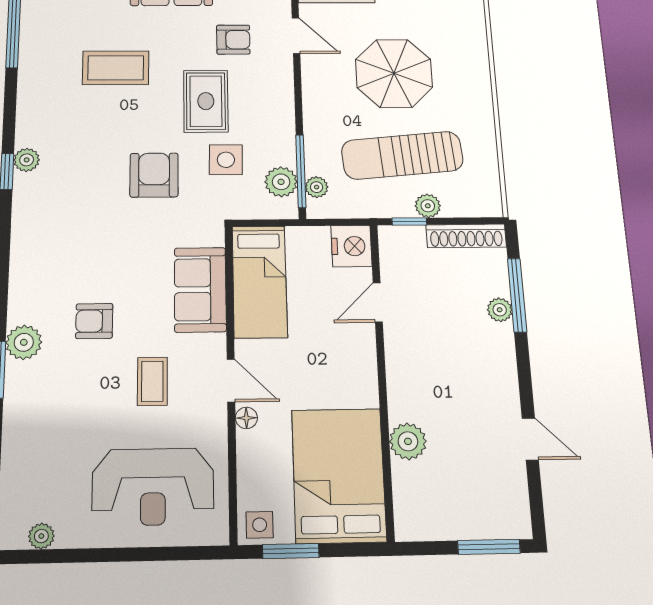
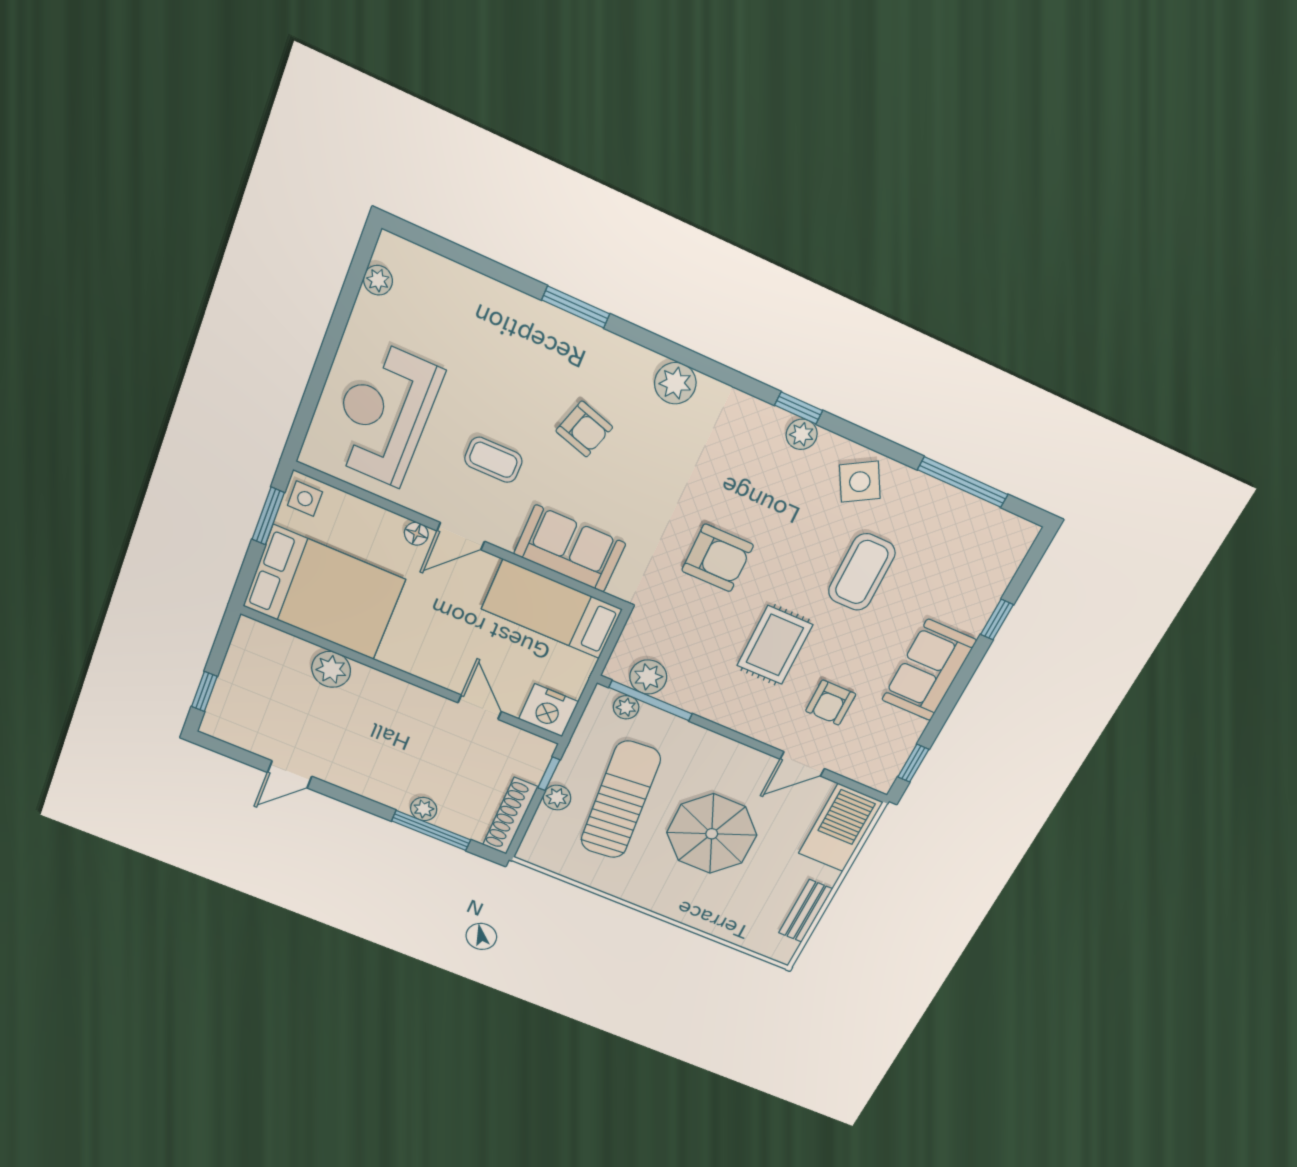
rug: (206, 101) -> (775, 645), turned 90
side table: (226, 160) -> (860, 482), moved, turned -31
armchair: (94, 321) -> (584, 429), turned 107
plant: (24, 342) -> (675, 383), moved
window: (489, 547) -> (204, 691), width x0.67

